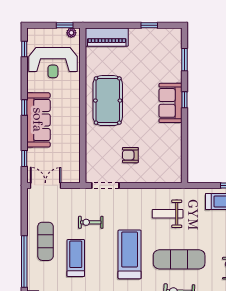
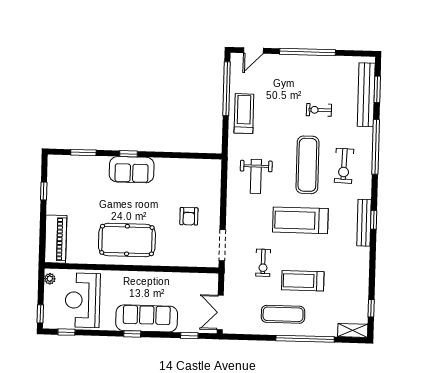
window: (65, 25) -> (40, 314), moved
reception desk: (53, 63) -> (83, 300), turned 180

